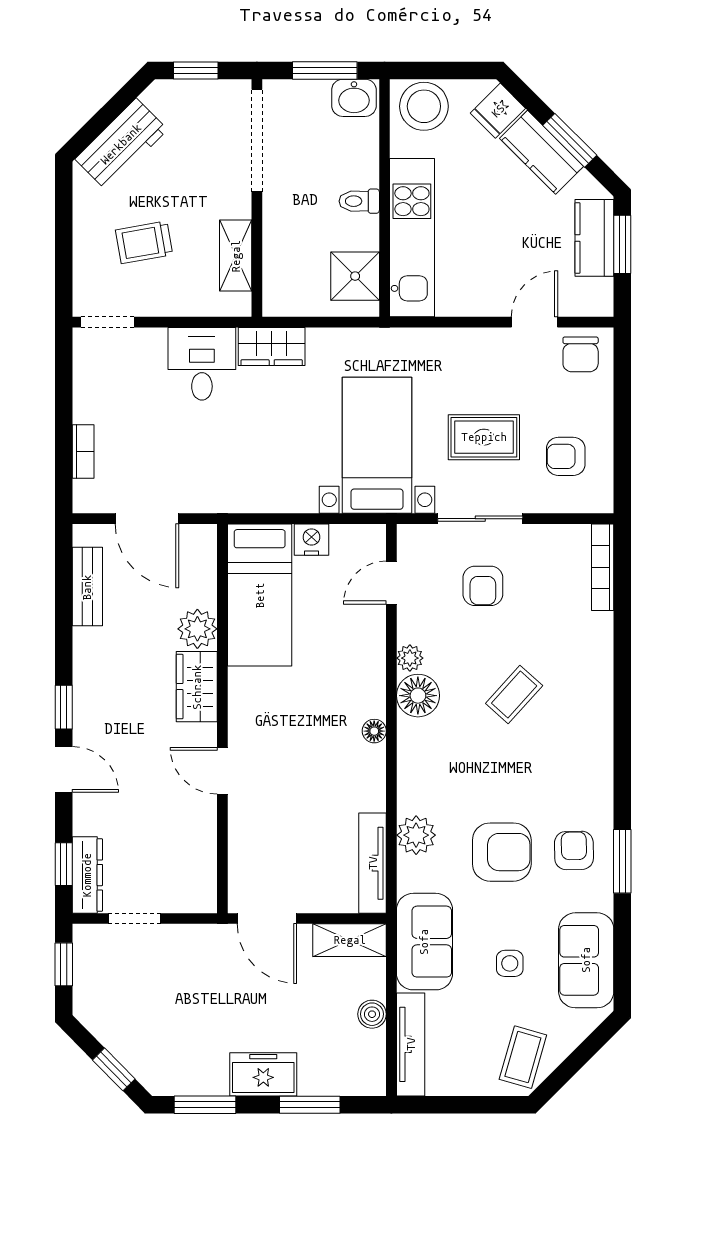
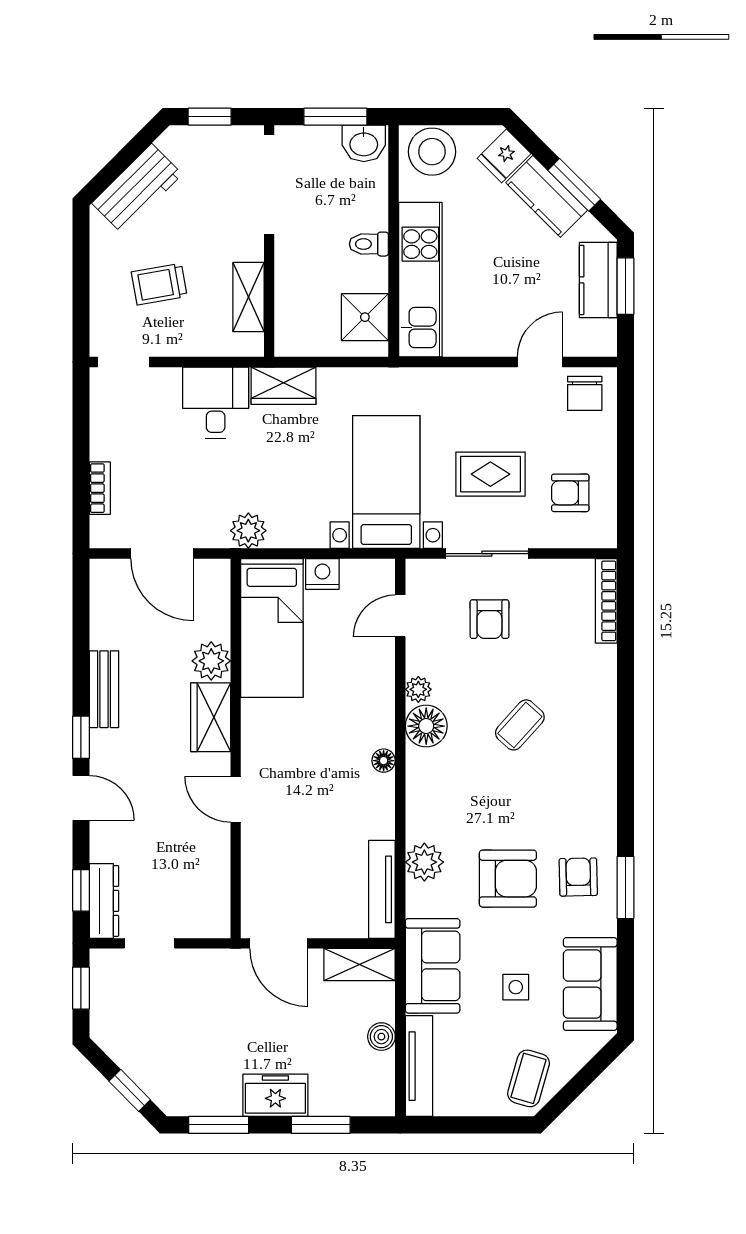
plant: (236, 495) -> (248, 531), added
bench: (87, 587) -> (104, 689), moved

